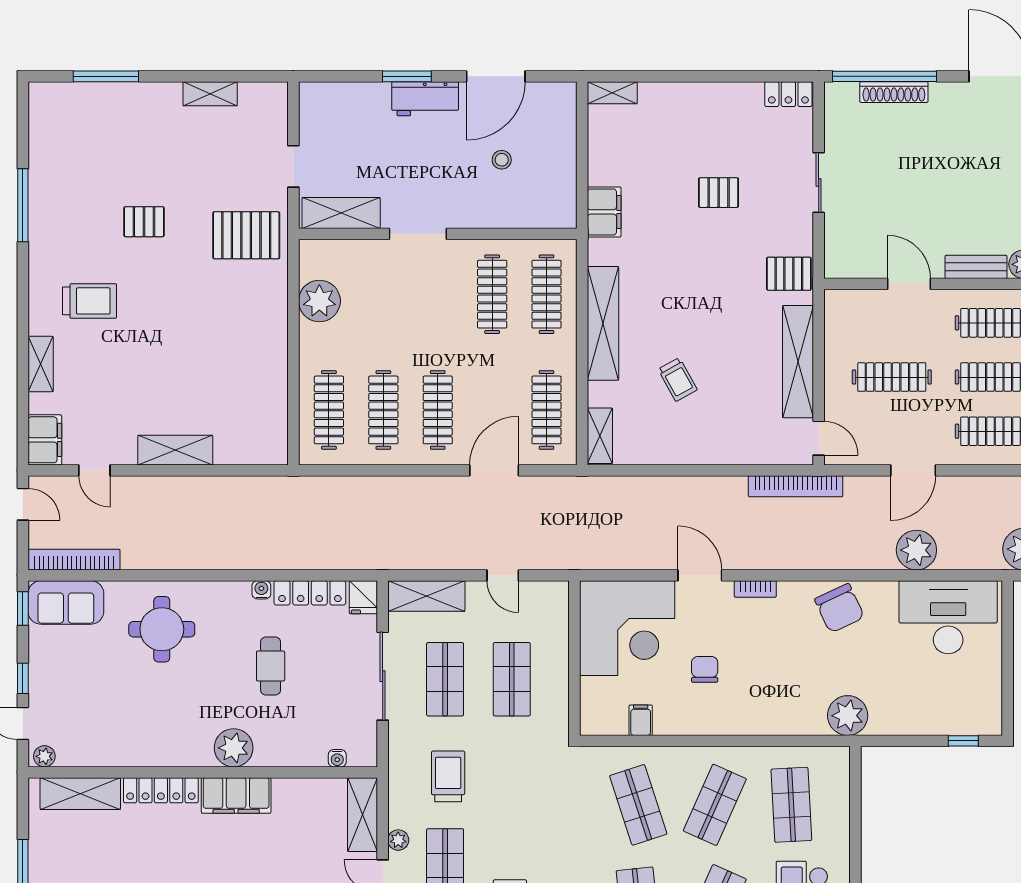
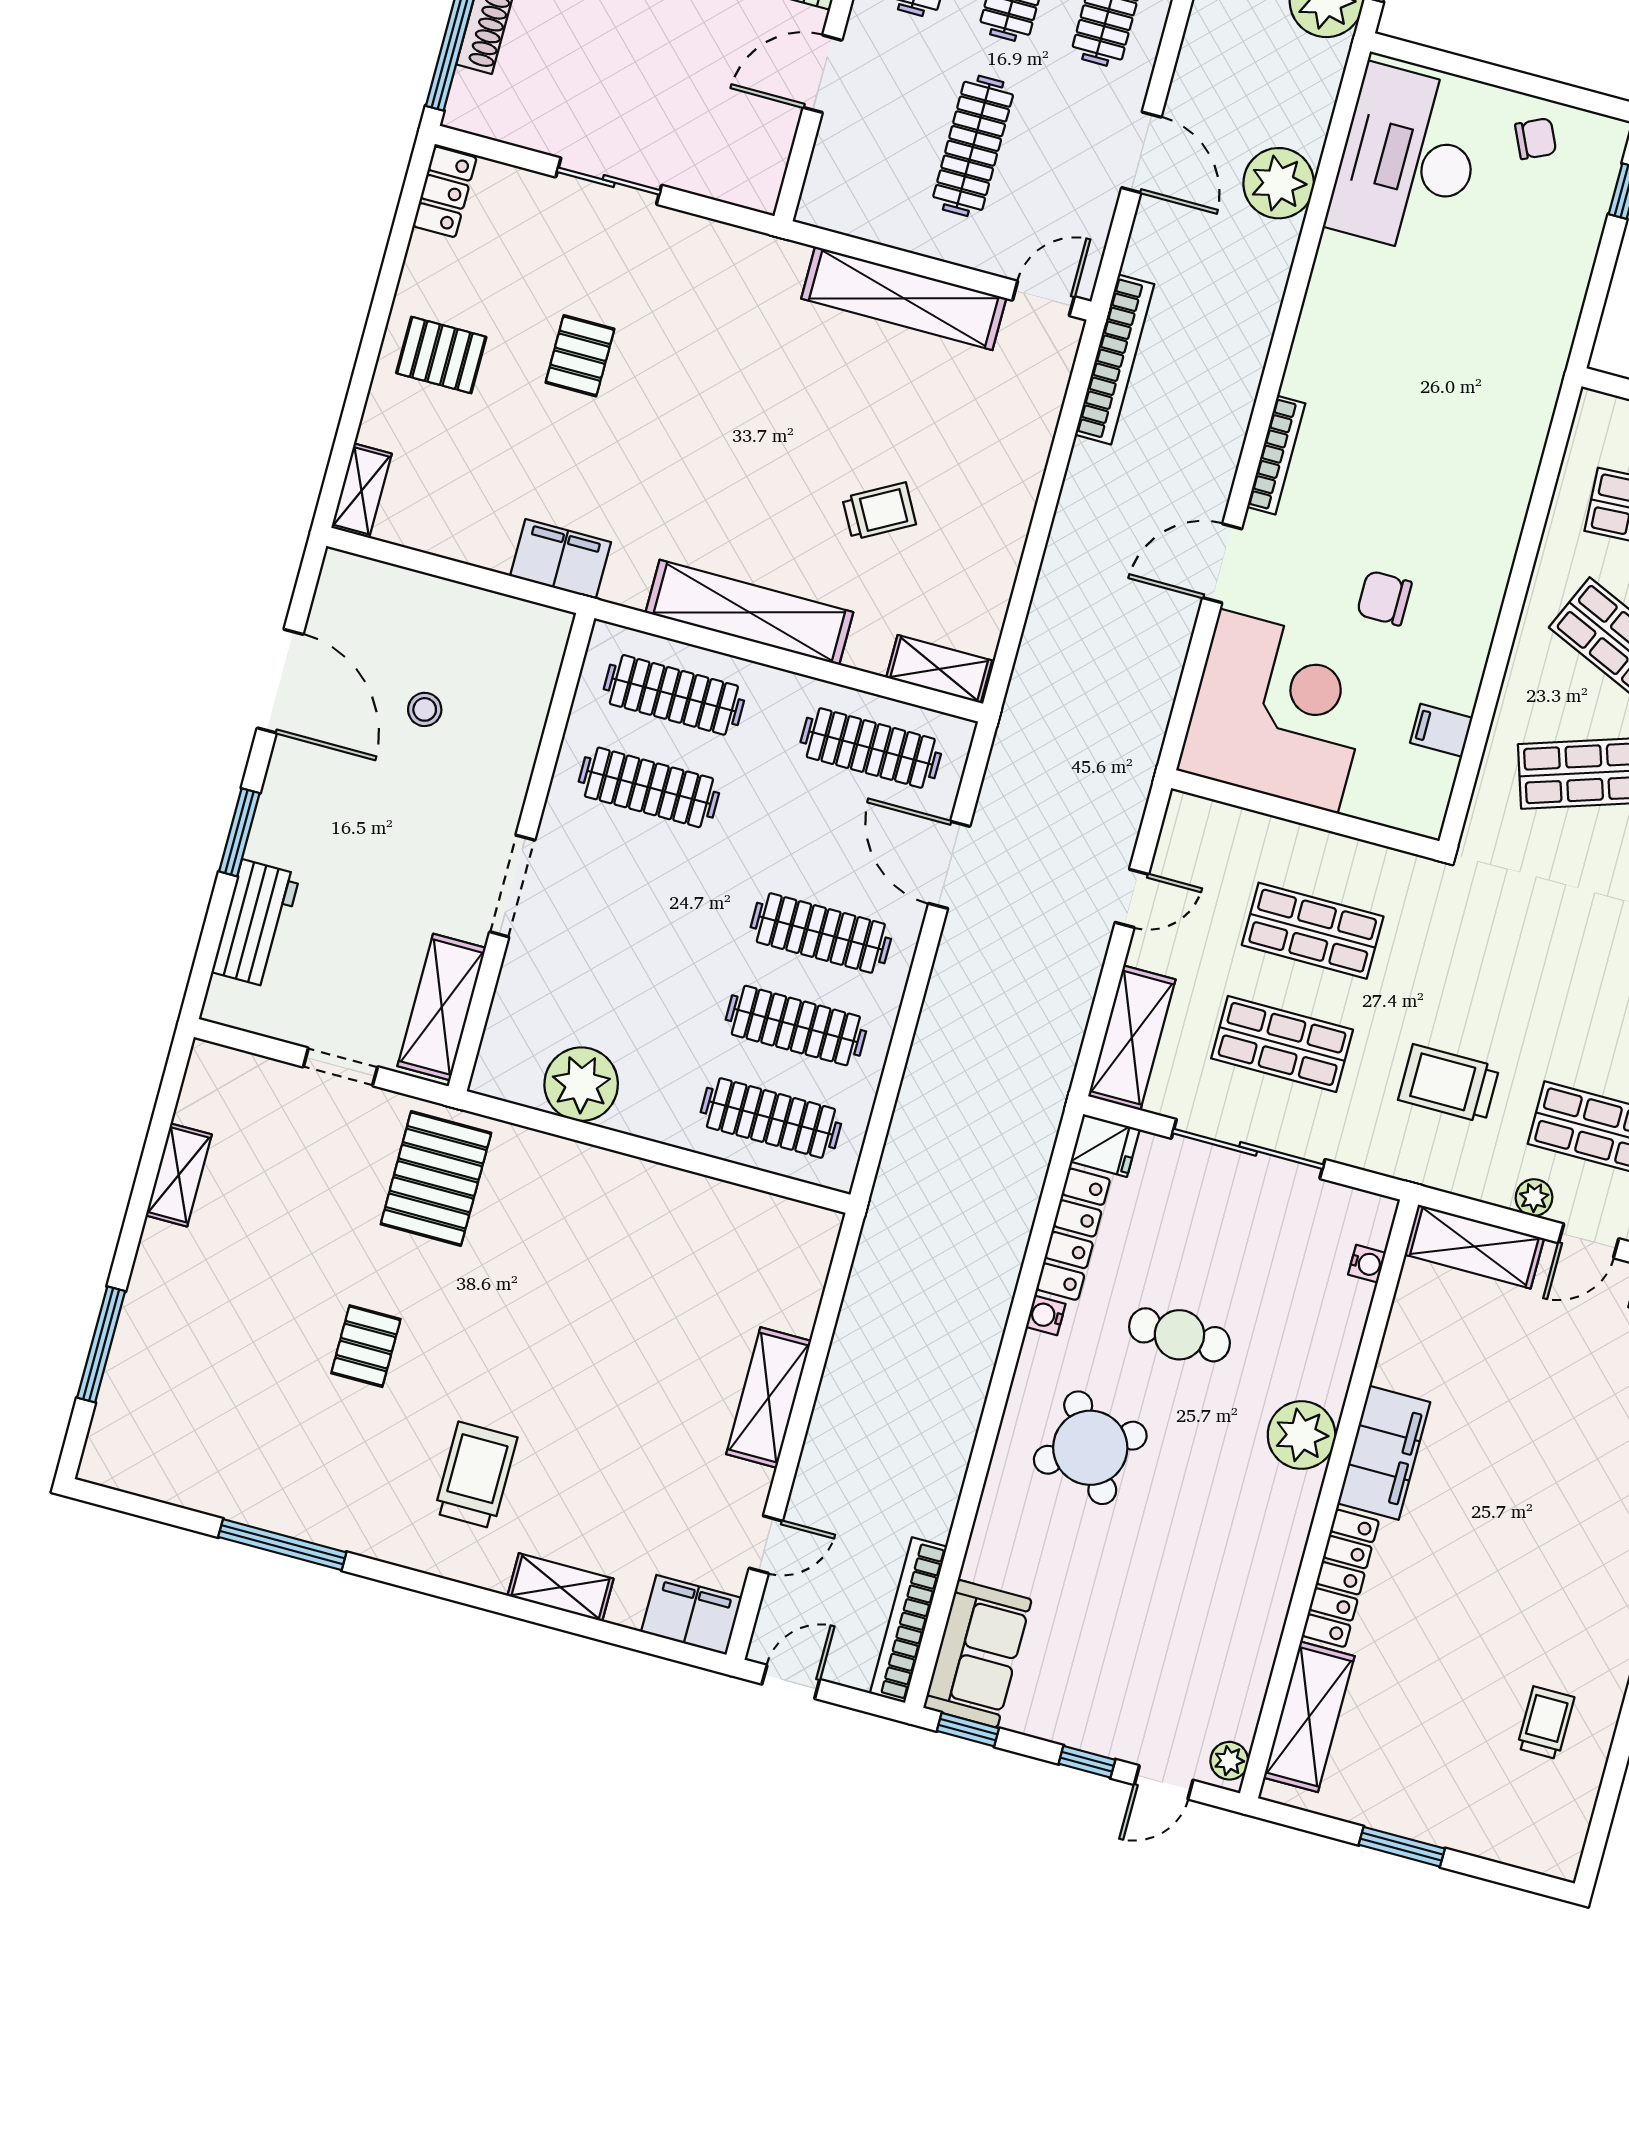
workbench: (425, 99) -> (256, 923), moved
pallet: (789, 274) -> (441, 355), moved, turned 90
bookcase: (755, 589) -> (1276, 455), width x1.56
chair: (840, 608) -> (1536, 139), moved, width x0.54, depth x0.54
round table: (162, 629) -> (1090, 1448), moved, turned -31
plant: (848, 716) -> (1528, 376), removed

